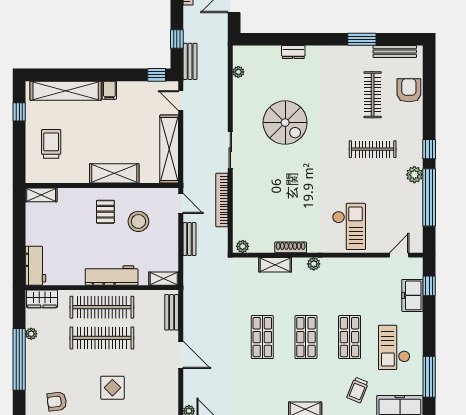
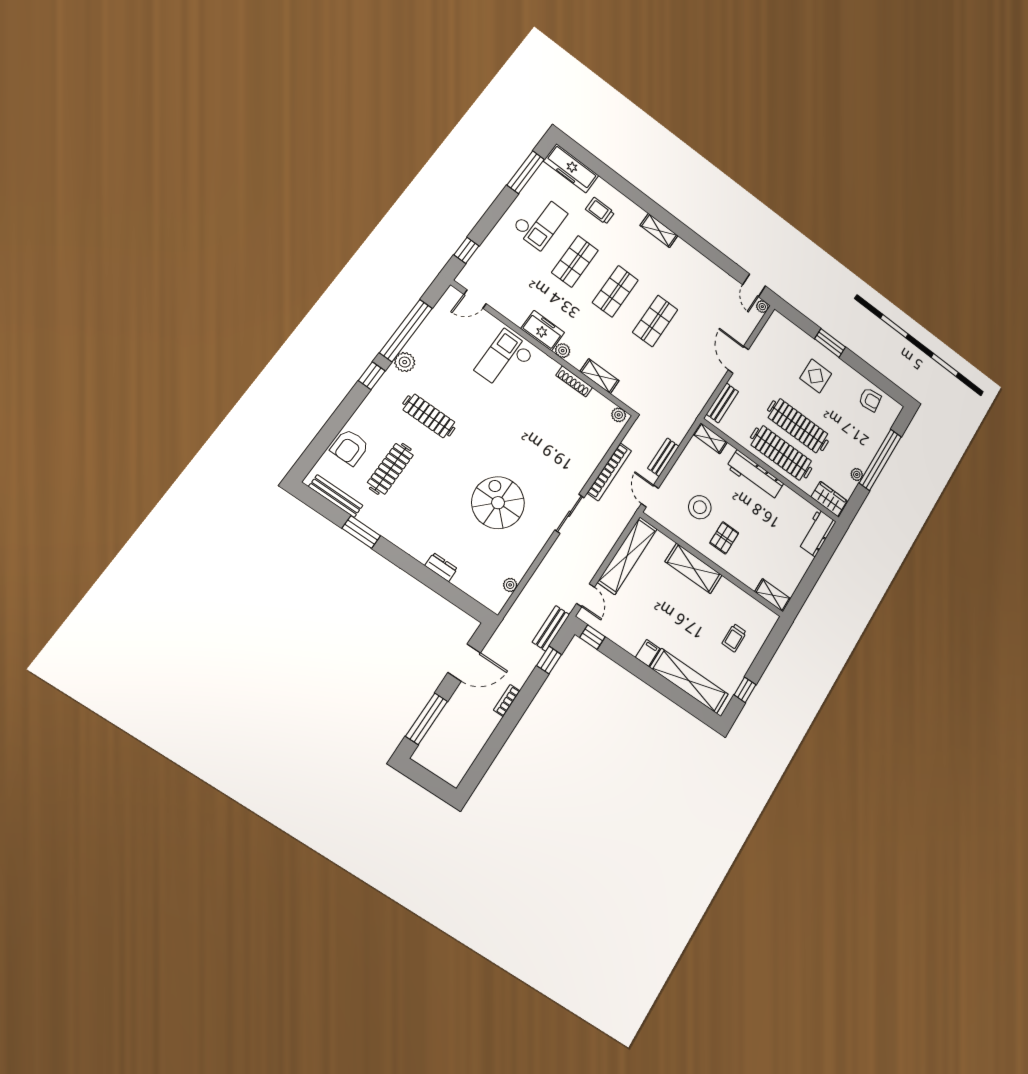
trolley: (51, 144) -> (734, 638), width x0.73, depth x0.72
freezer: (412, 295) -> (543, 331), moved, turned -90
trolley: (358, 390) -> (600, 211), turned -112

